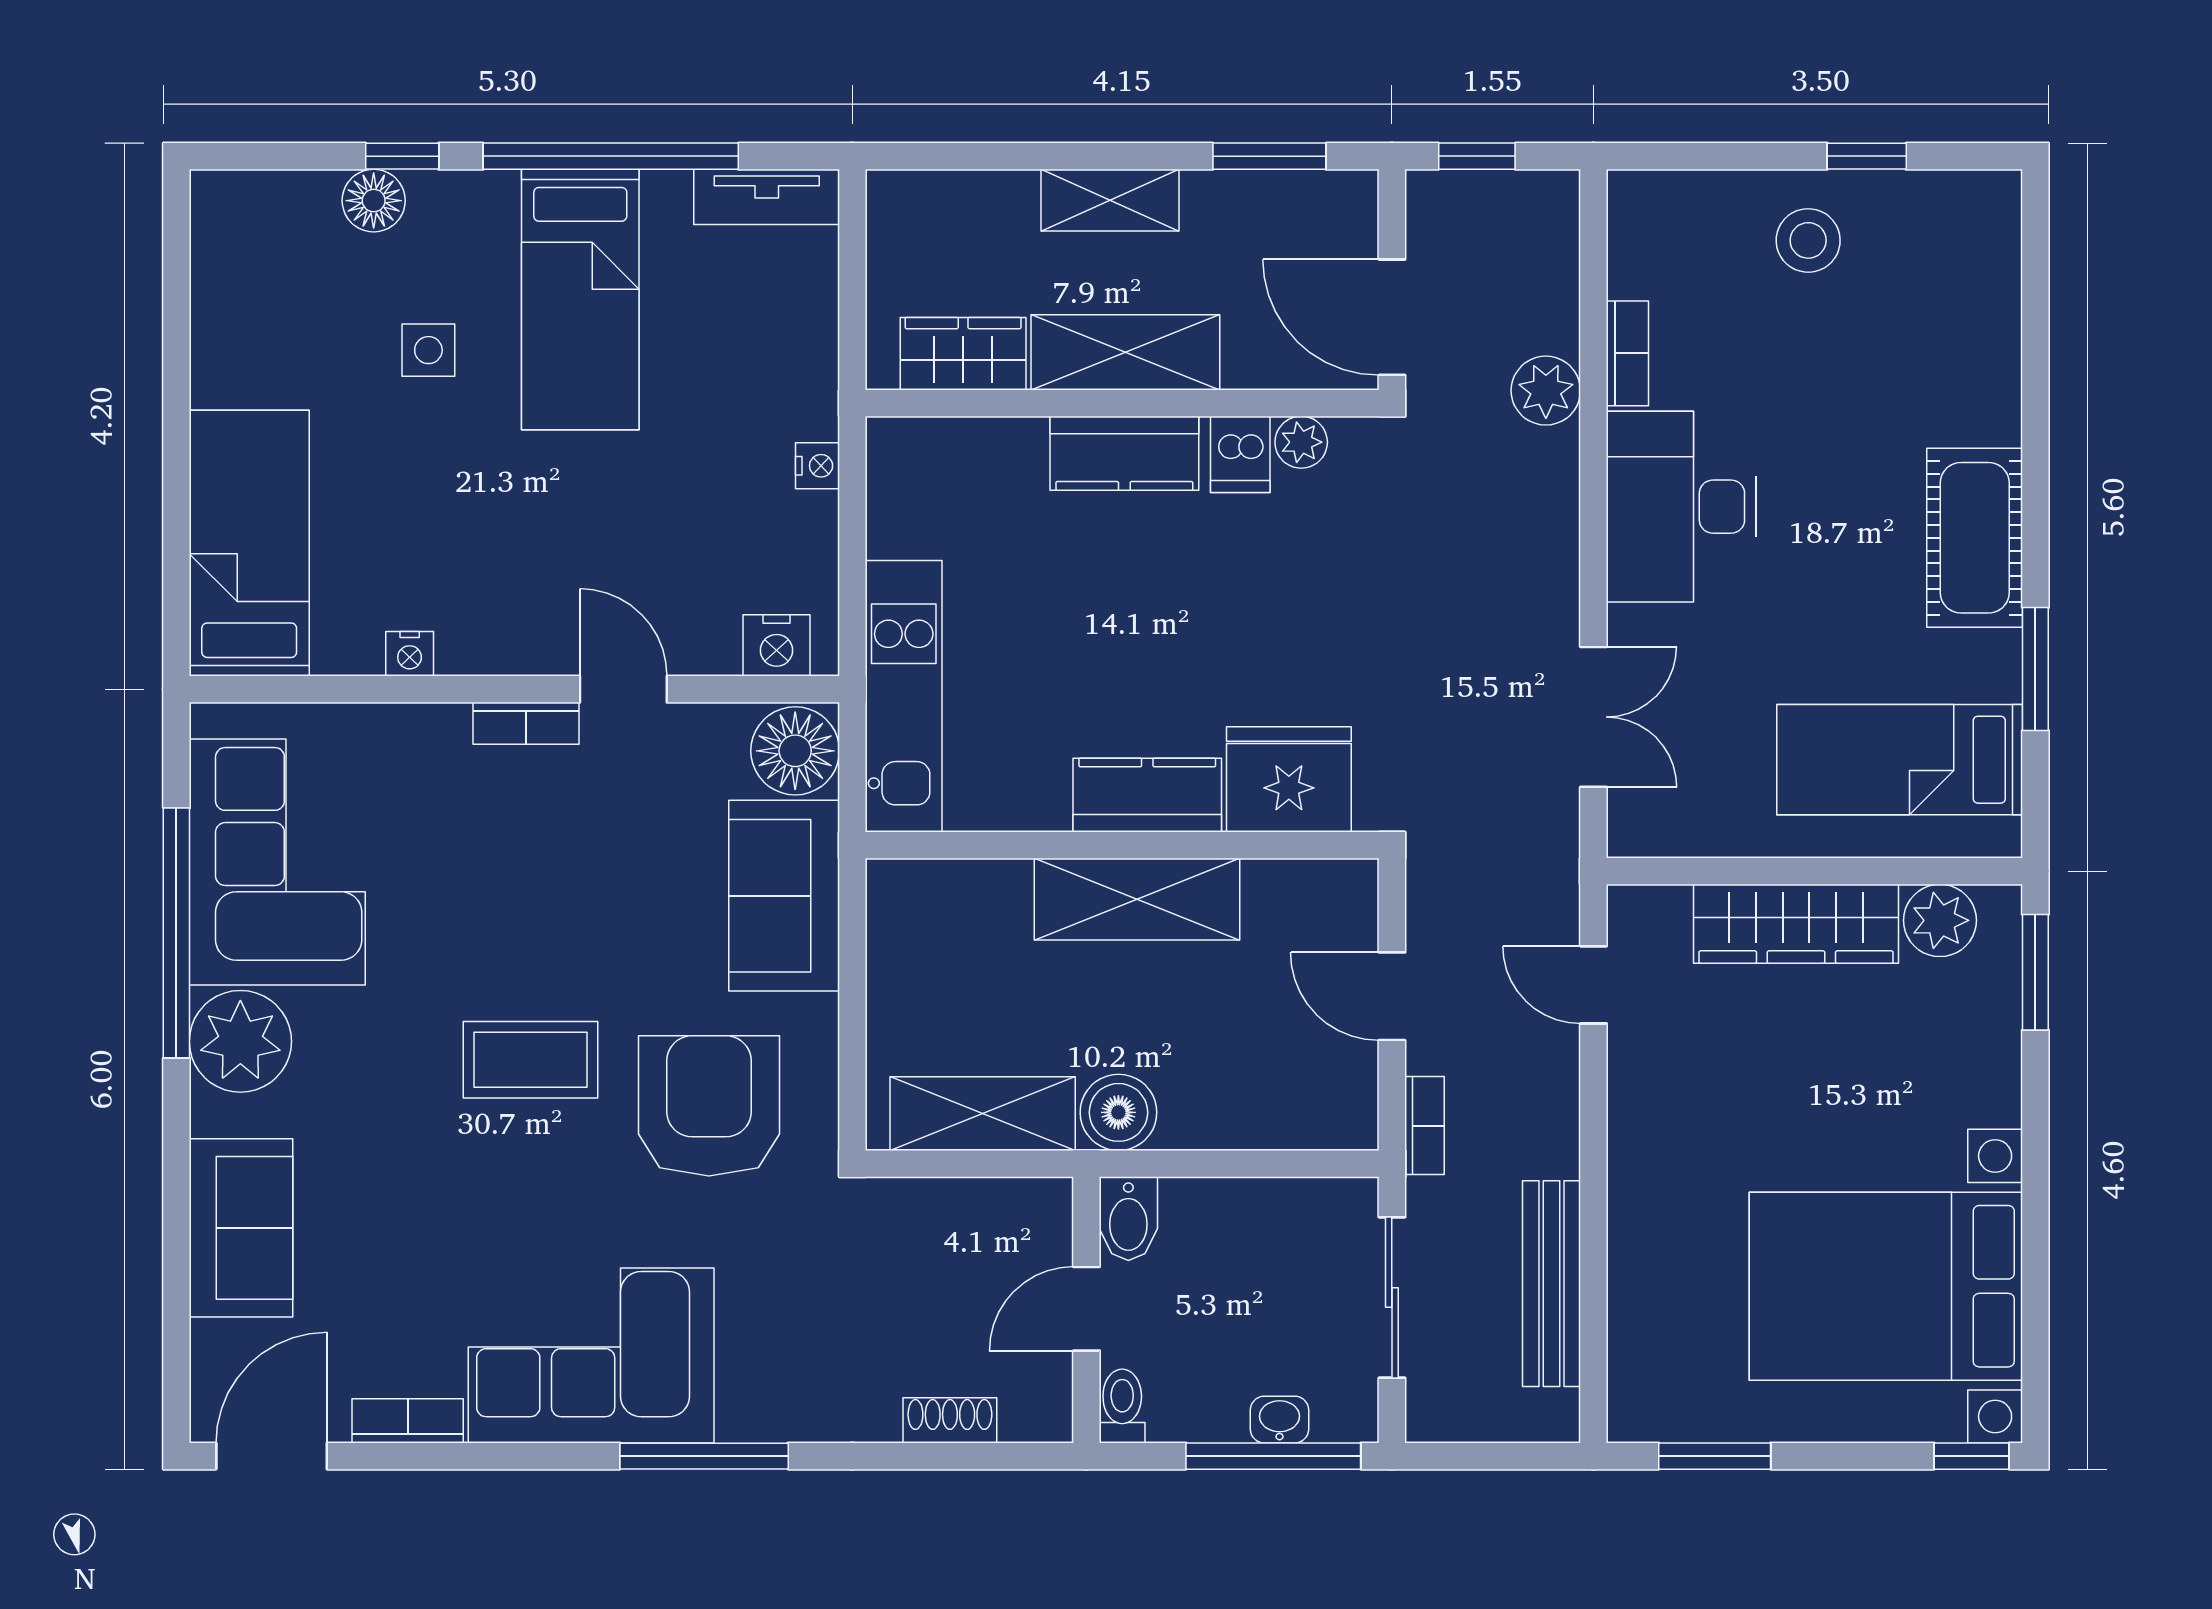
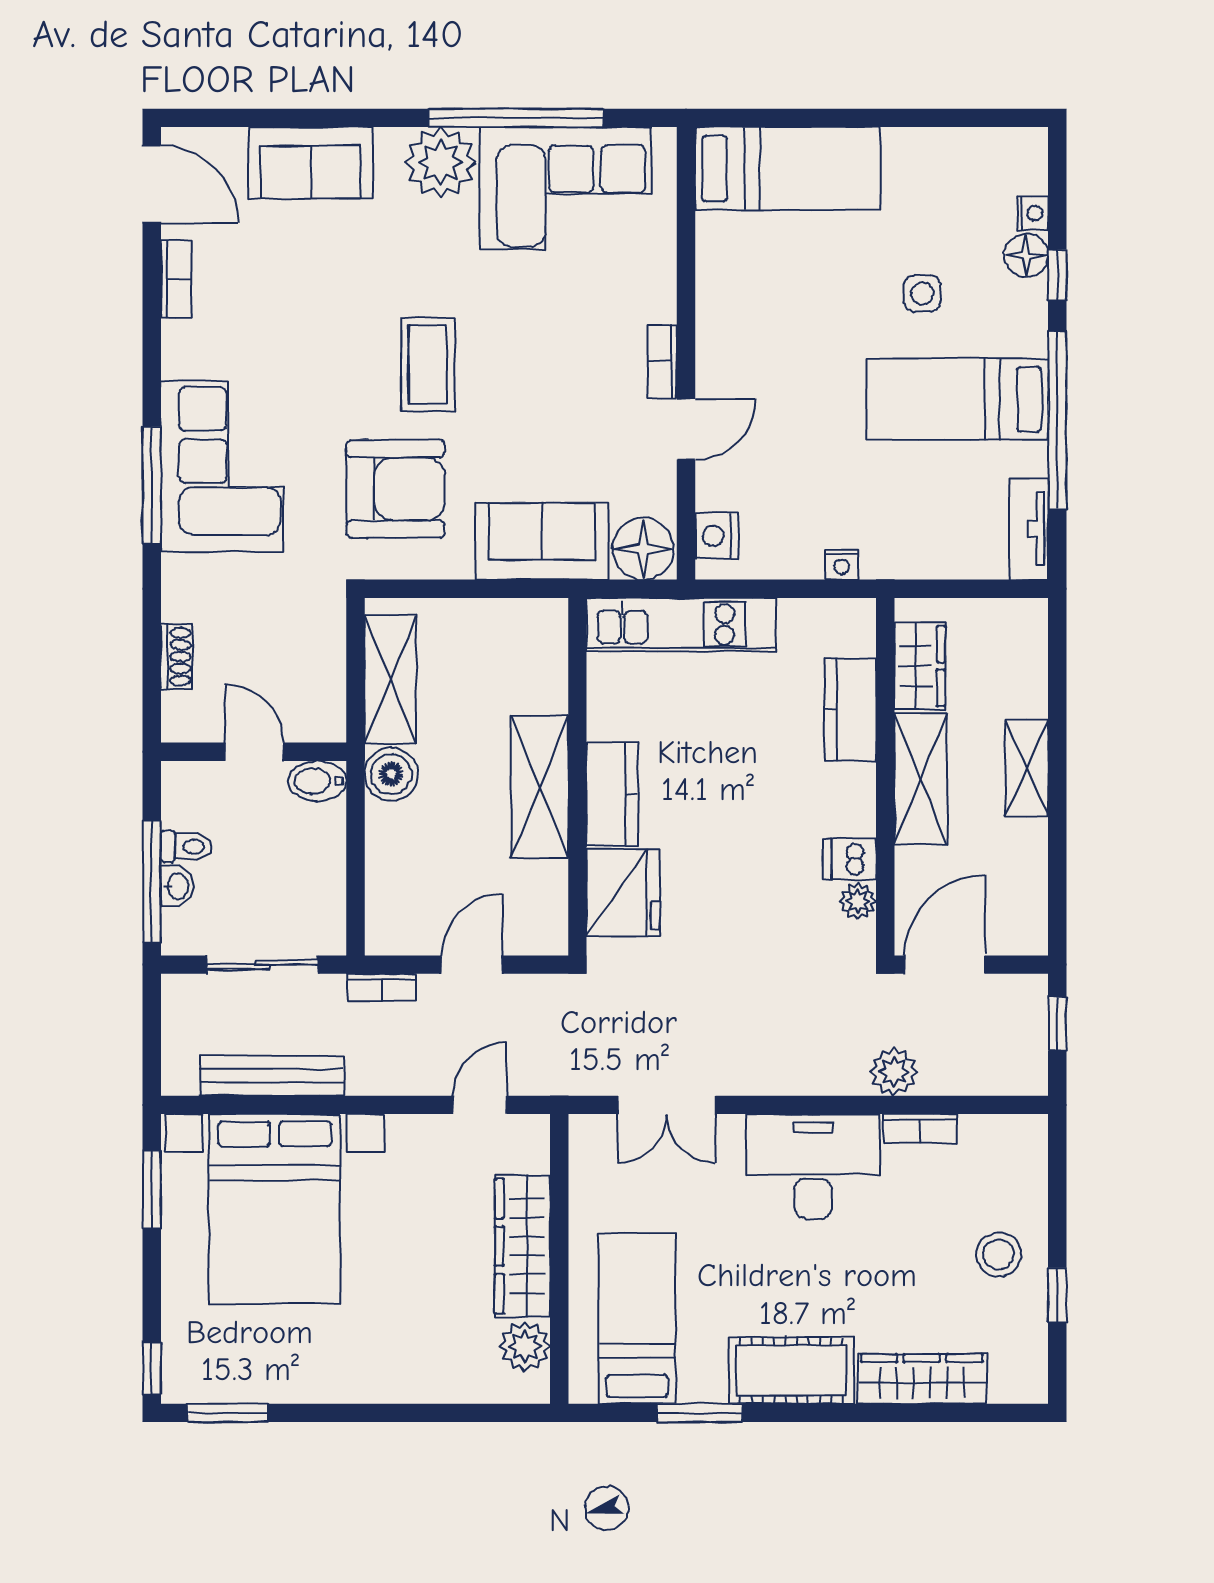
window: (1269, 156) -> (1057, 879), removed
wardrobe: (1987, 351) -> (922, 1379), added
kitchen counter: (1124, 453) -> (850, 710), moved
nightstand: (410, 654) -> (1033, 213), moved, turned 180
window: (2035, 972) -> (228, 1413), moved
bed with nightstands: (1886, 1286) -> (275, 1209), moved, turned 180
corner sofa: (591, 1356) -> (222, 467), moved
toilet: (1122, 1406) -> (187, 846), moved

